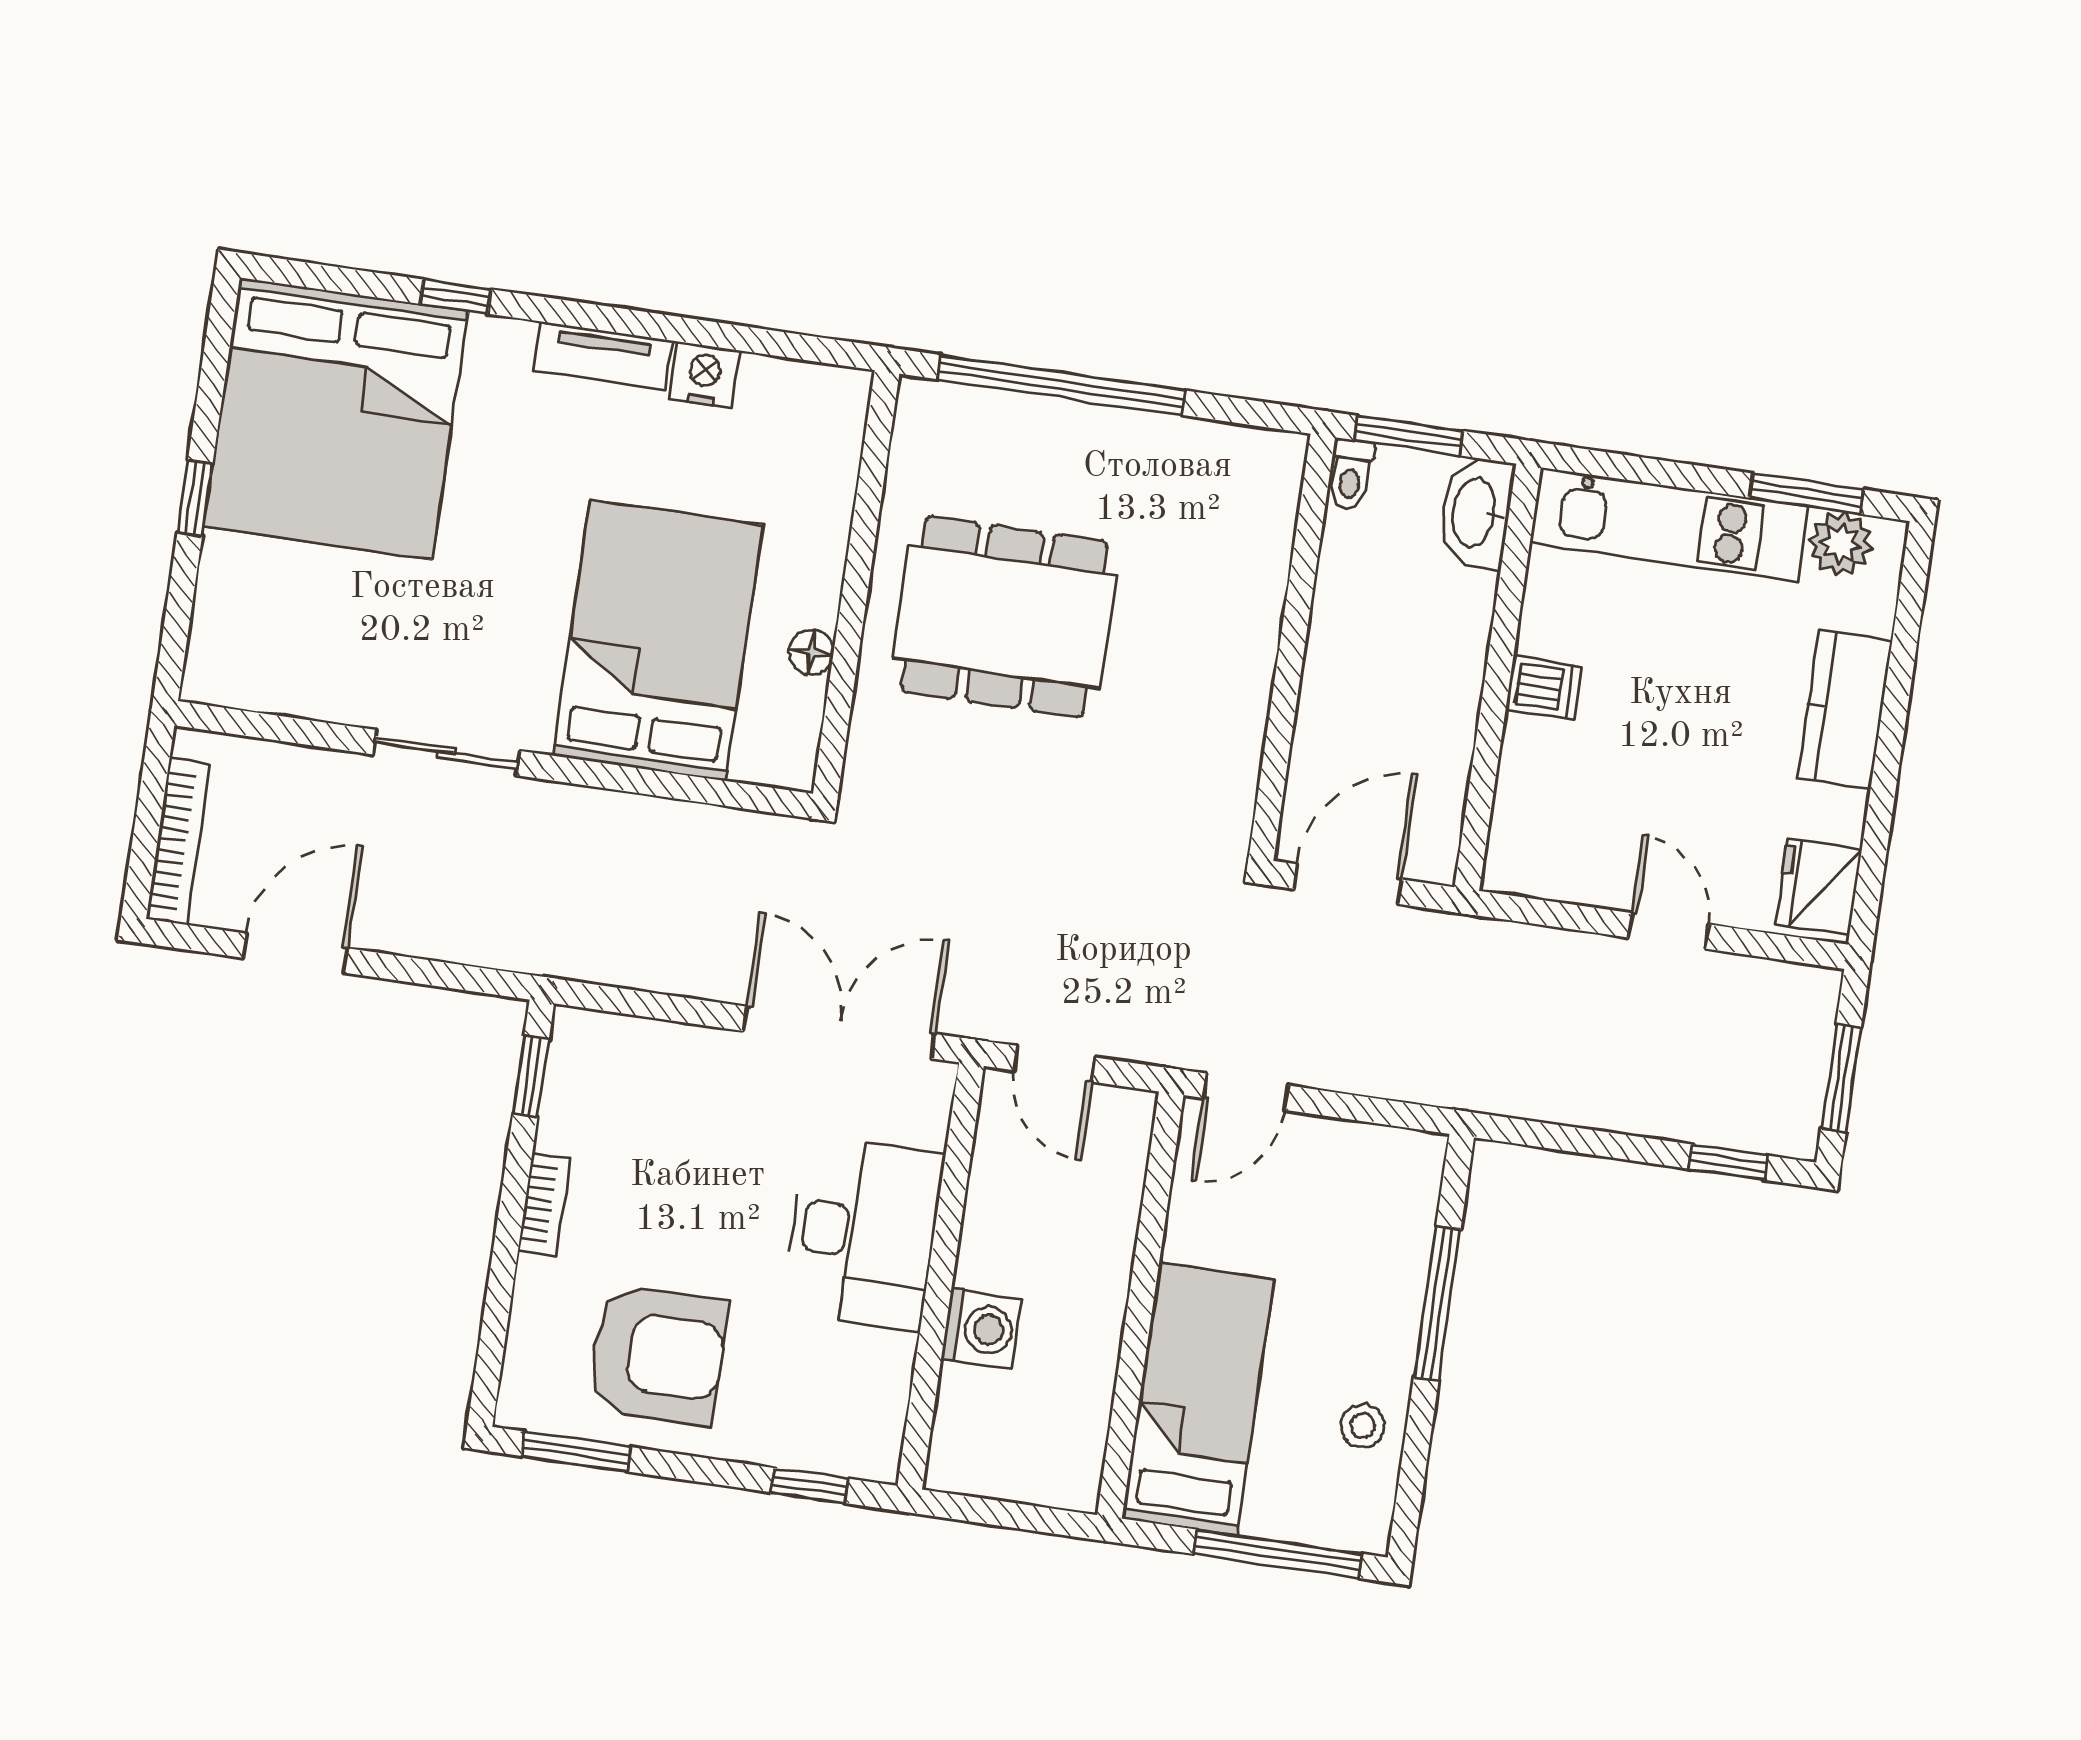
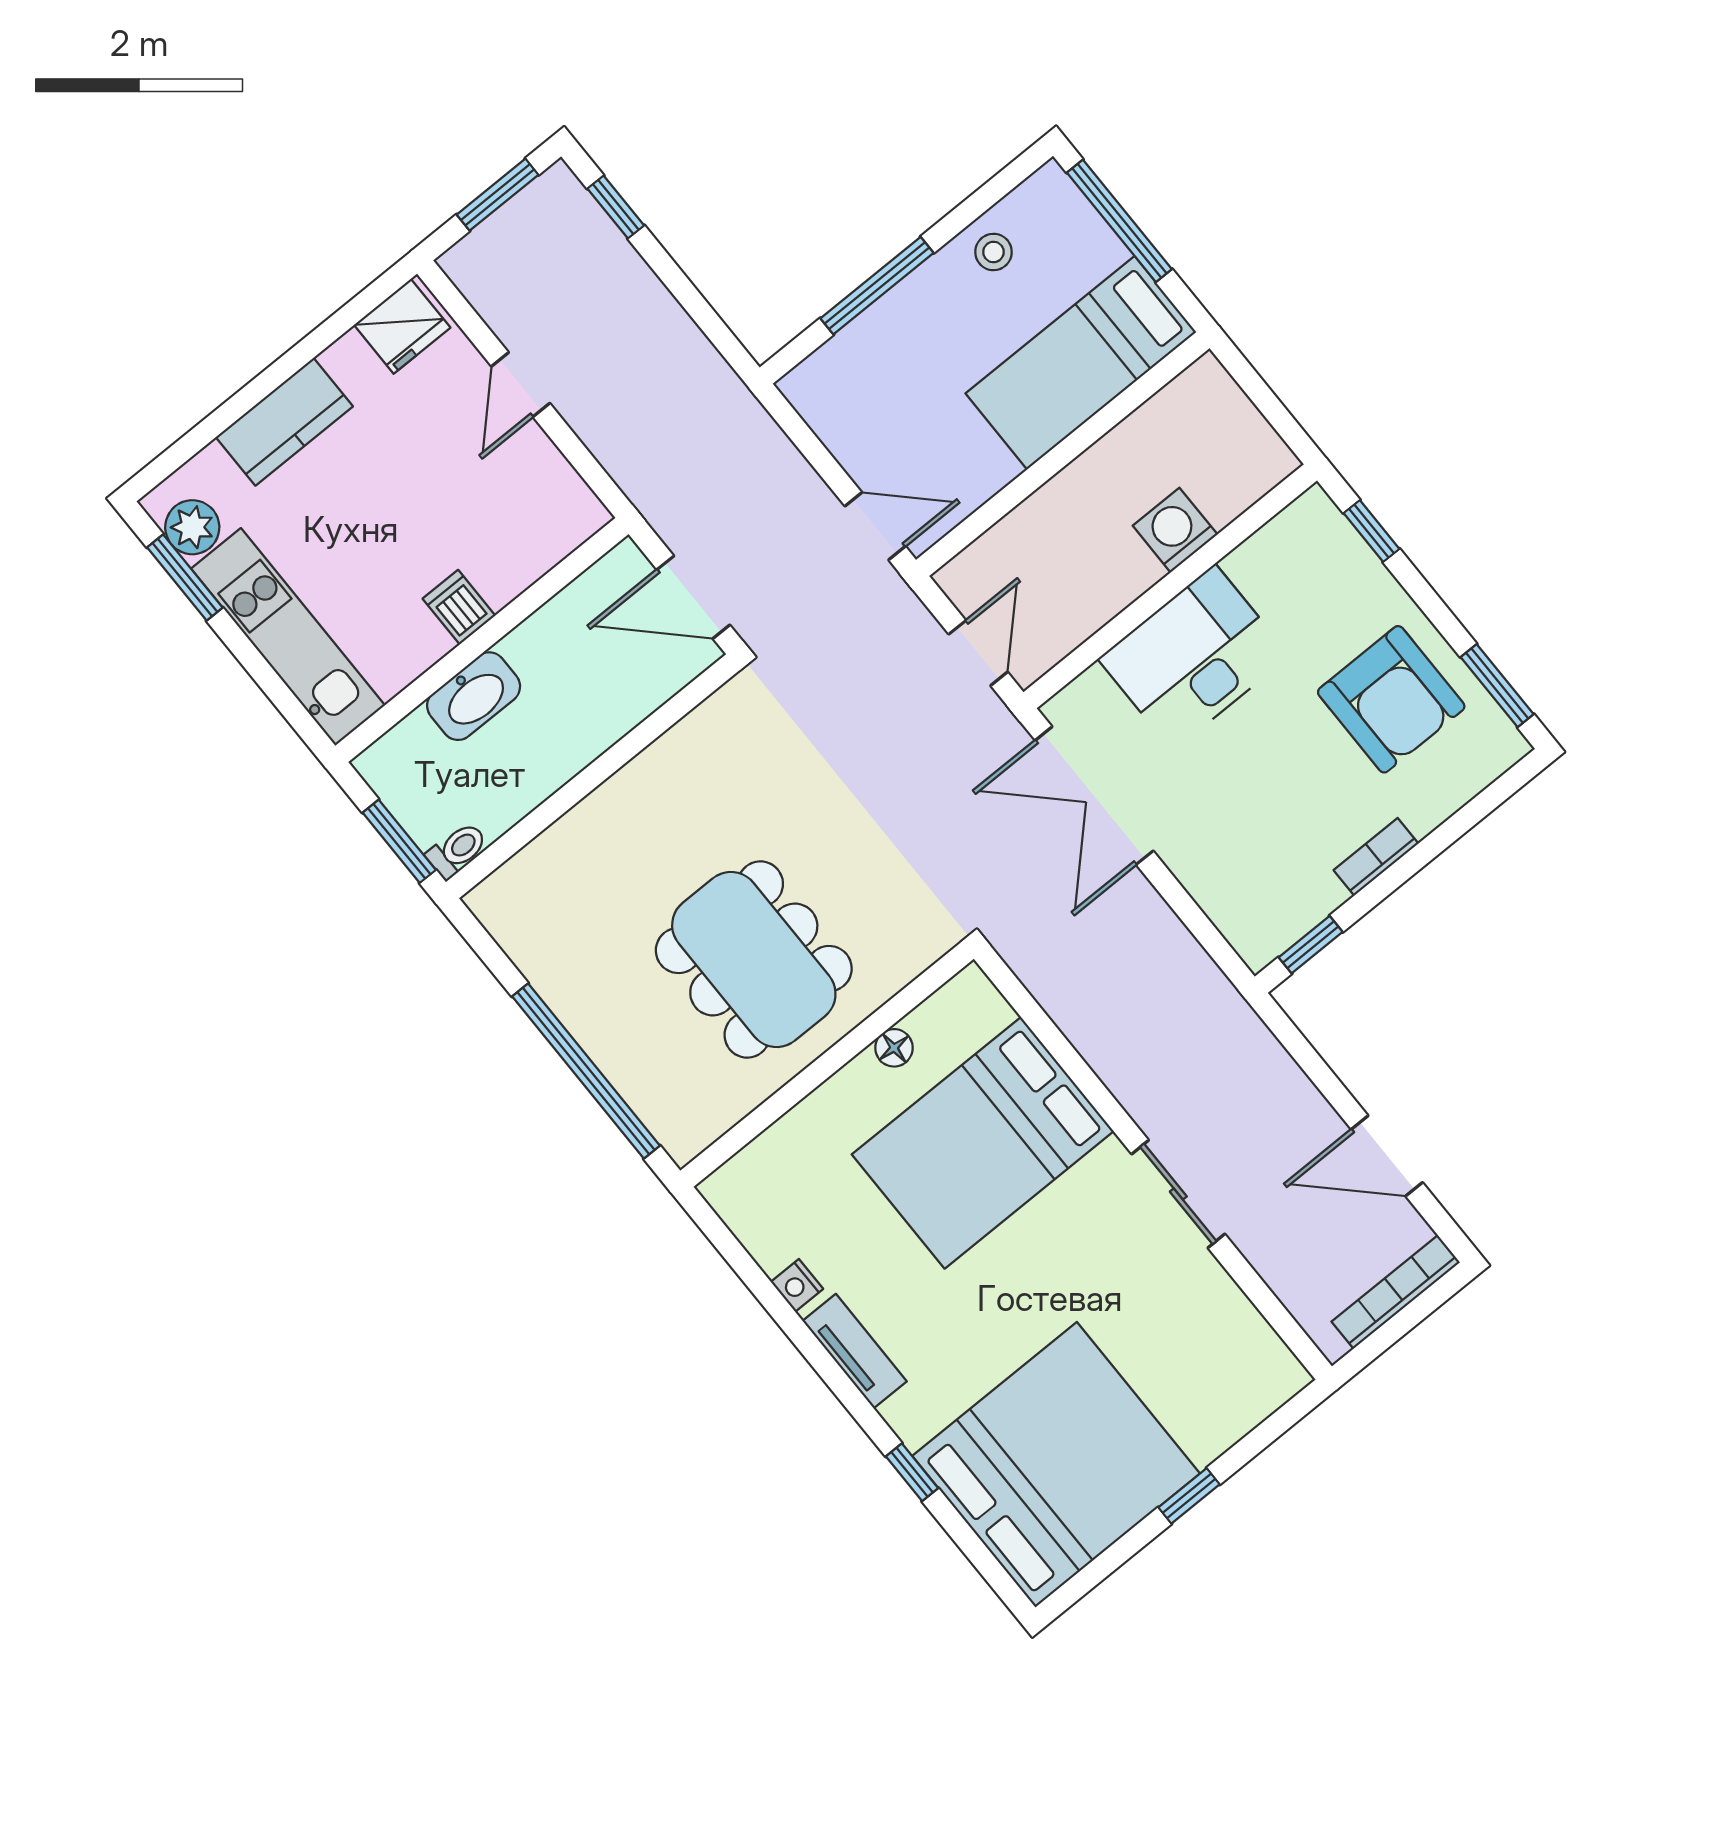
nightstand: (705, 375) -> (797, 1285), width x0.72, depth x0.74
washbasin: (1476, 513) -> (474, 696), moved
armchair: (657, 1355) -> (1391, 699), turned 180

